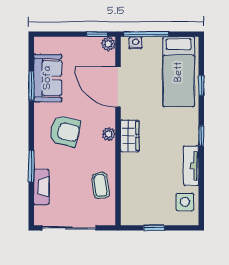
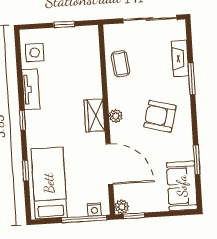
sofa: (48, 78) -> (182, 186), moved

